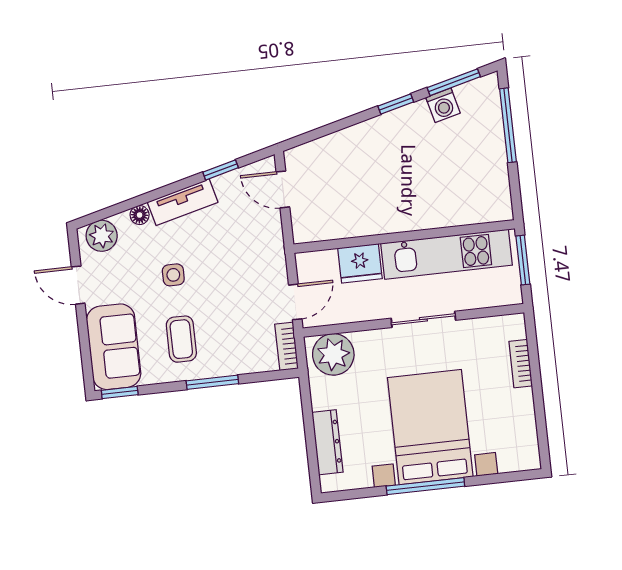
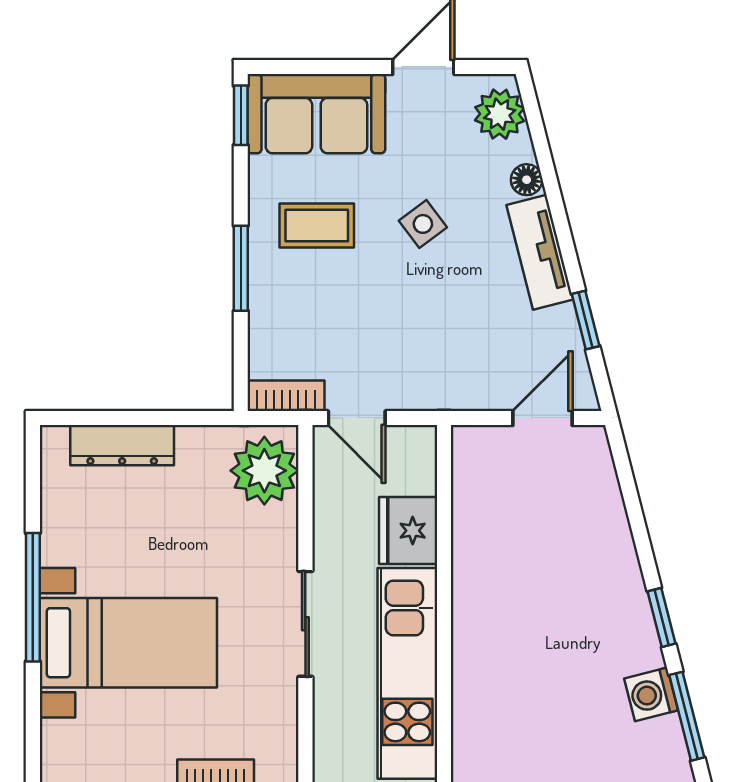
side table: (173, 275) -> (423, 224), turned -37
bed with nightstands: (430, 427) -> (128, 643), width x0.73

